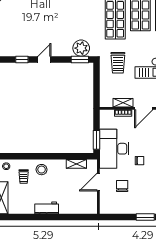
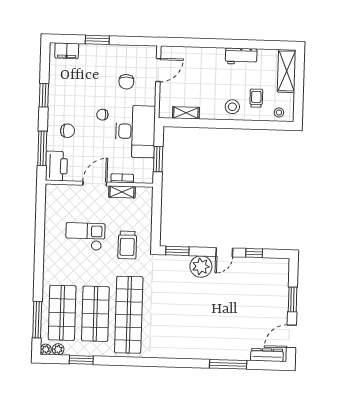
plant: (81, 48) -> (201, 267), moved
trolley: (118, 63) -> (127, 245), turned 180
window: (97, 140) -> (158, 159), moved
door: (98, 182) -> (158, 70), moved
workbench: (47, 208) -> (241, 56), moved

